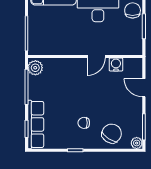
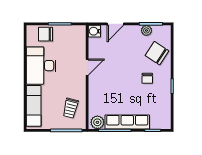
trolley: (51, 38) -> (70, 108), added
door: (96, 57) -> (87, 67), hinge flipped
water cooler: (116, 65) -> (94, 31), moved
row of seats: (36, 124) -> (127, 122), moved
plant: (137, 143) -> (146, 30), moved

